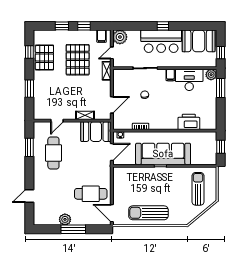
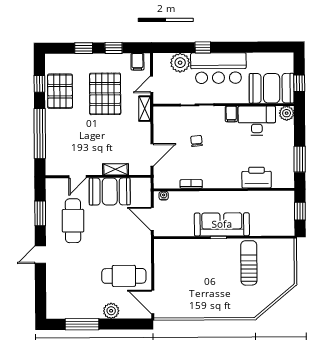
window: (163, 26) -> (203, 47), moved
plant: (120, 37) -> (180, 63), moved
booth: (199, 41) -> (272, 88), moved
window: (221, 88) -> (300, 159), moved
window: (29, 89) -> (40, 133), width x2.11
booth: (96, 132) -> (110, 191), moved
door: (112, 152) -> (152, 219), swing flipped
sofa: (163, 154) -> (222, 224), width x0.74, depth x0.79
sun lounger: (198, 189) -> (249, 263), moved
door: (29, 196) -> (40, 255), moved
sun lounger: (148, 213) -> (202, 301), removed
plant: (65, 219) -> (111, 311), moved
window: (73, 229) -> (82, 324), moved

